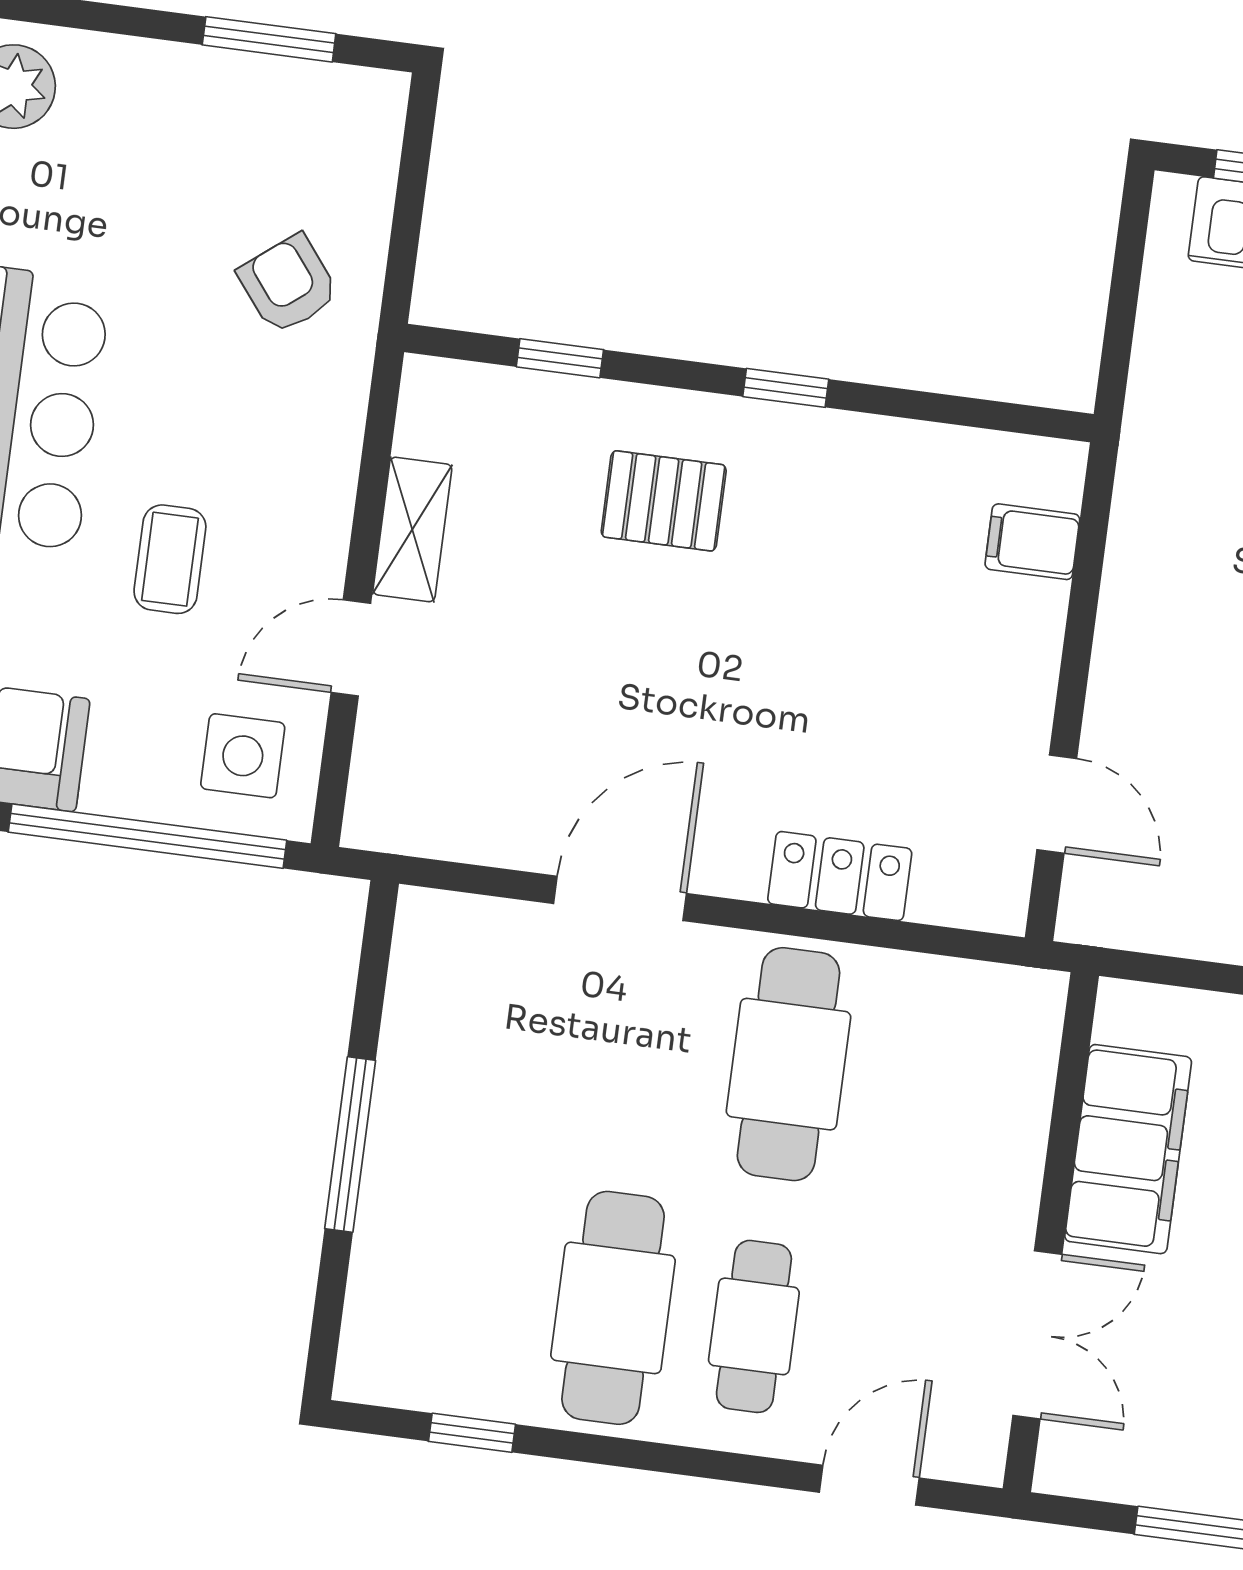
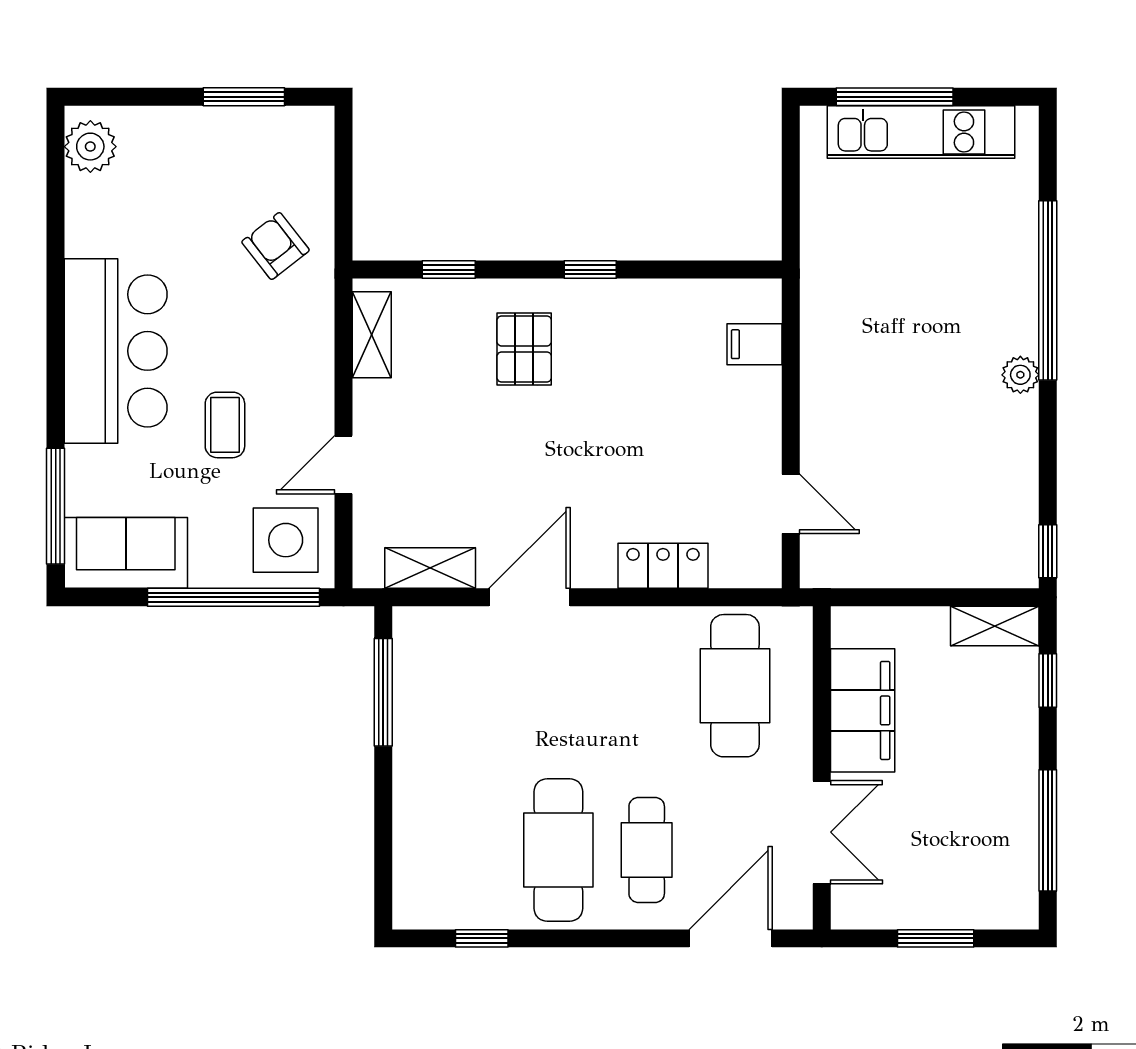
pallet: (664, 501) -> (524, 349), turned 90
shelving: (412, 529) -> (372, 335), moved
side table: (243, 756) -> (286, 540), width x1.37, depth x1.37
shelving: (468, 831) -> (430, 568), added
cafe table: (788, 1064) -> (735, 686), moved
window: (350, 1144) -> (383, 692), moved
door: (869, 1485) -> (731, 938), width x1.38

